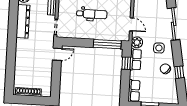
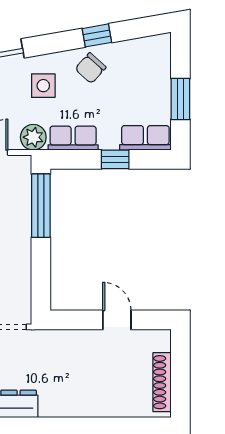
door: (57, 54) -> (117, 320), moved
window: (126, 63) -> (115, 159), moved

